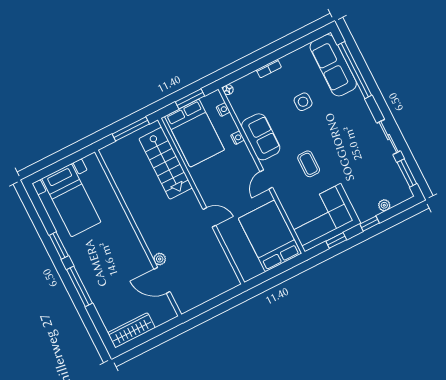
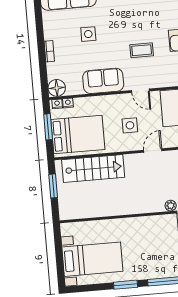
floor lamp: (228, 90) -> (57, 88), width x1.89, depth x1.89
window: (131, 129) -> (53, 186), width x0.69
nightstand: (237, 138) -> (57, 104), moved
side table: (226, 183) -> (130, 125), added

